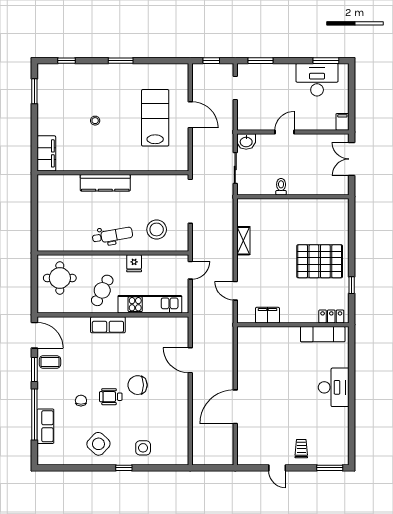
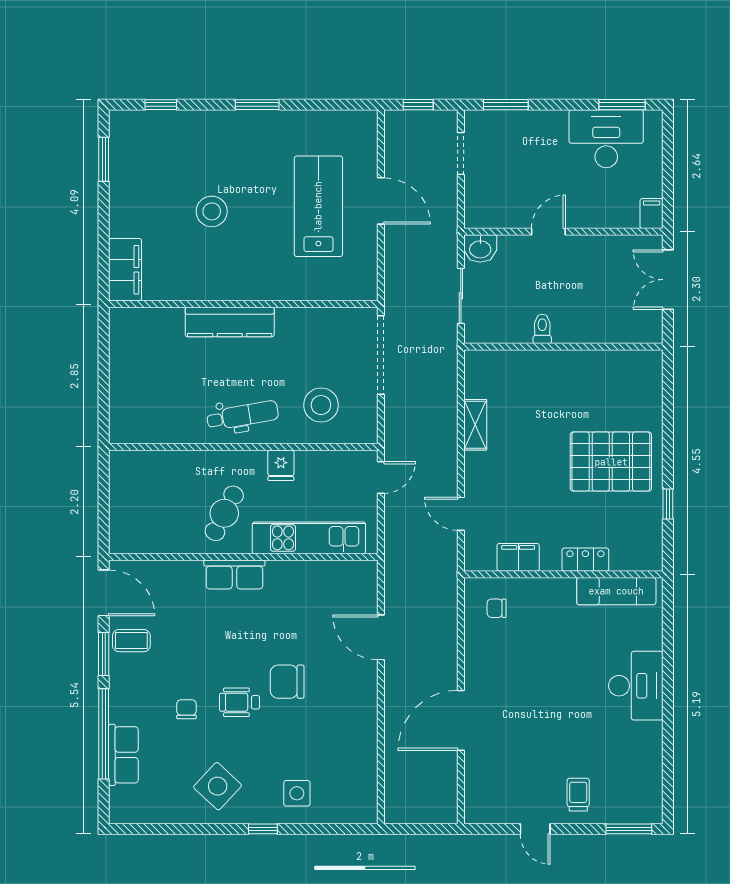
stool: (95, 121) -> (212, 211), width x1.89, depth x1.89
round table: (60, 278) -> (149, 491), removed
locker: (331, 316) -> (585, 560), moved
chair: (255, 344) -> (497, 608), added

